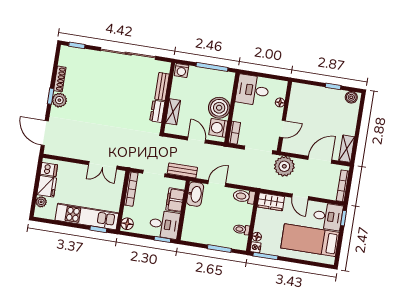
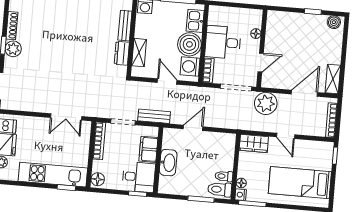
kitchen sink: (226, 87) -> (195, 21), added
desk: (253, 90) -> (223, 42), moved
washbasin: (195, 194) -> (168, 163), moved
toilet: (244, 196) -> (220, 189), moved
desk: (328, 216) -> (318, 155), removed

